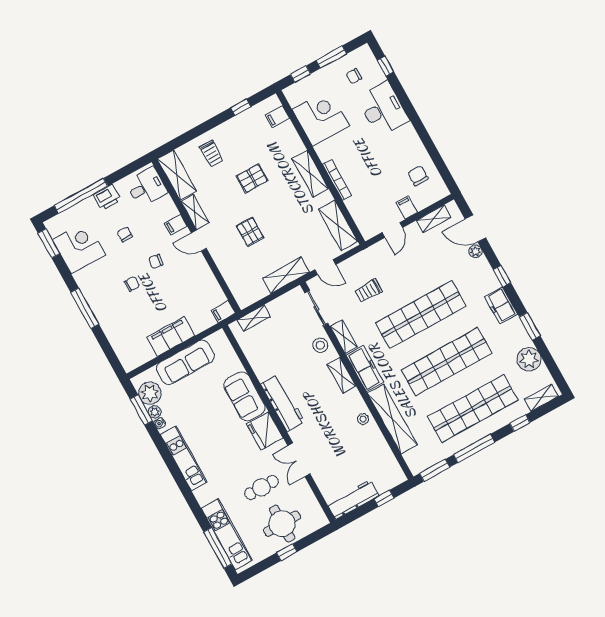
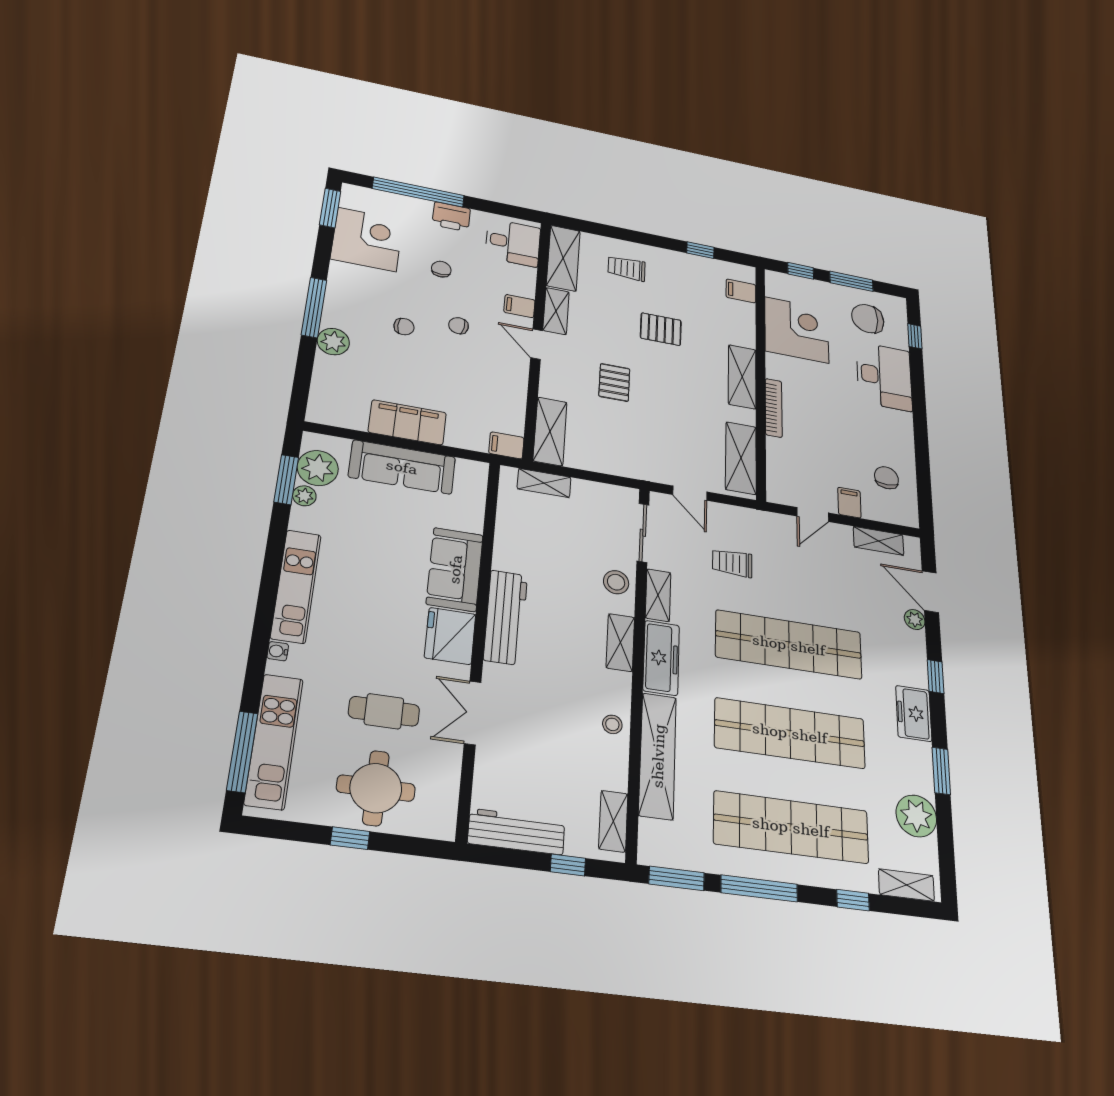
chair: (354, 76) -> (868, 319), width x1.87, depth x1.87
trolley: (212, 154) -> (627, 268), turned 90
shelving: (286, 275) -> (550, 431), moved, turned 90
plant: (107, 320) -> (333, 342), added
water cooler: (160, 423) -> (278, 651), moved
shelving: (391, 464) -> (613, 821), added

